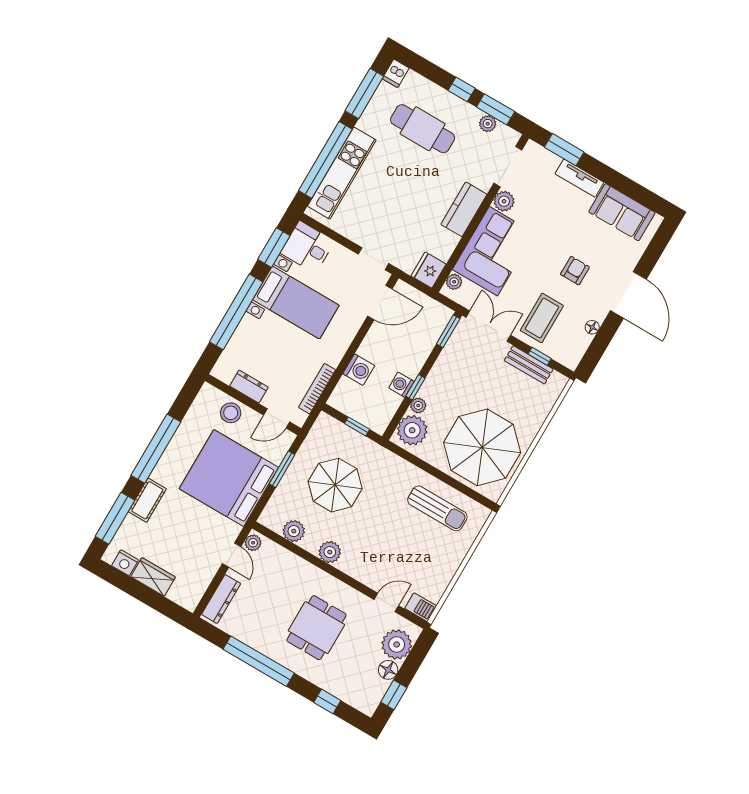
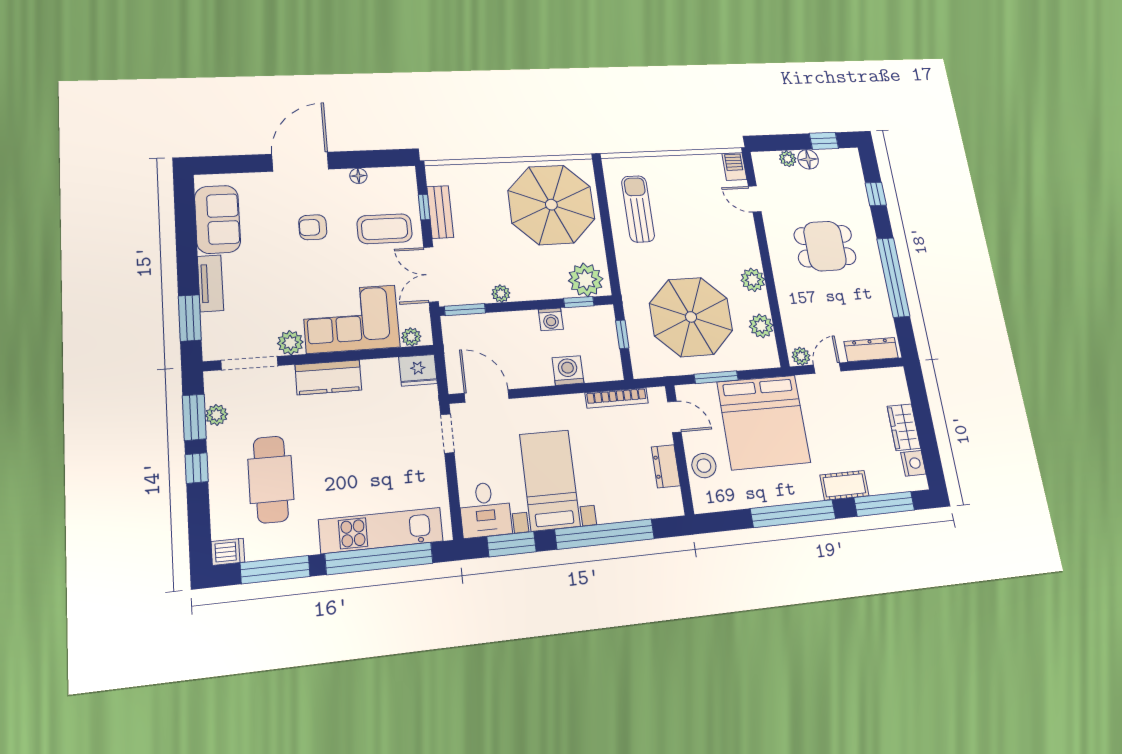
window: (415, 387) -> (579, 302), moved
plant: (418, 405) -> (501, 294), moved
parasol: (335, 485) -> (691, 317), width x1.36, depth x1.36
plant: (397, 644) -> (788, 159), width x0.53, depth x0.53

